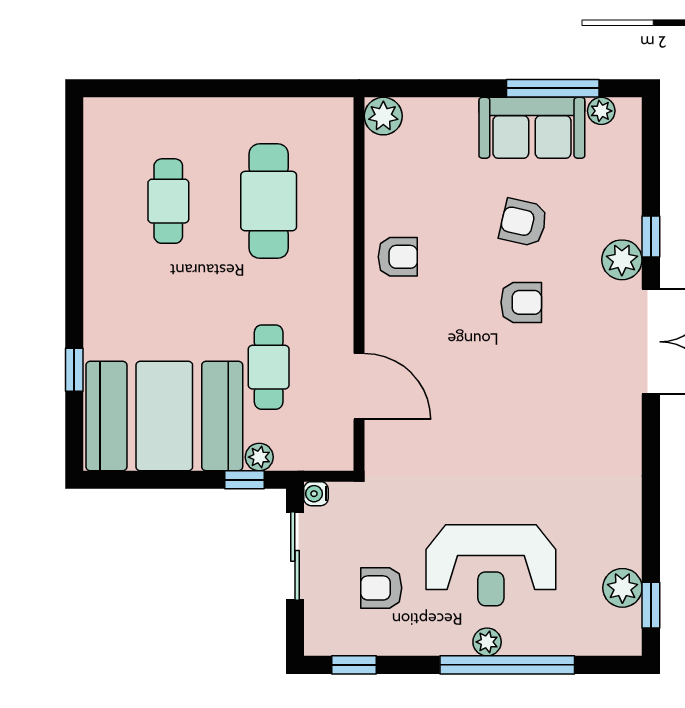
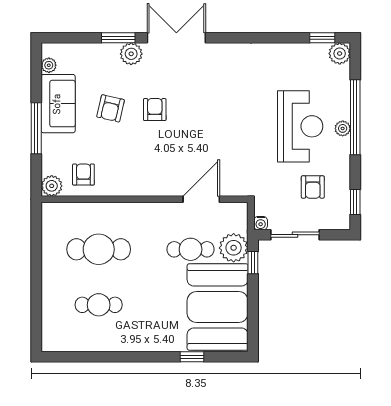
window: (553, 88) -> (36, 128), moved
window: (651, 237) -> (118, 38), width x1.50
armchair: (398, 257) -> (83, 175), moved
plant: (259, 457) -> (234, 248), width x1.88, depth x1.88
plant: (622, 588) -> (340, 53), moved

